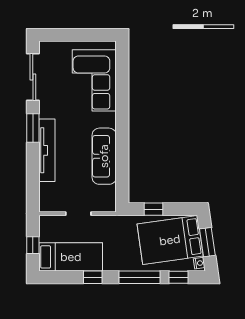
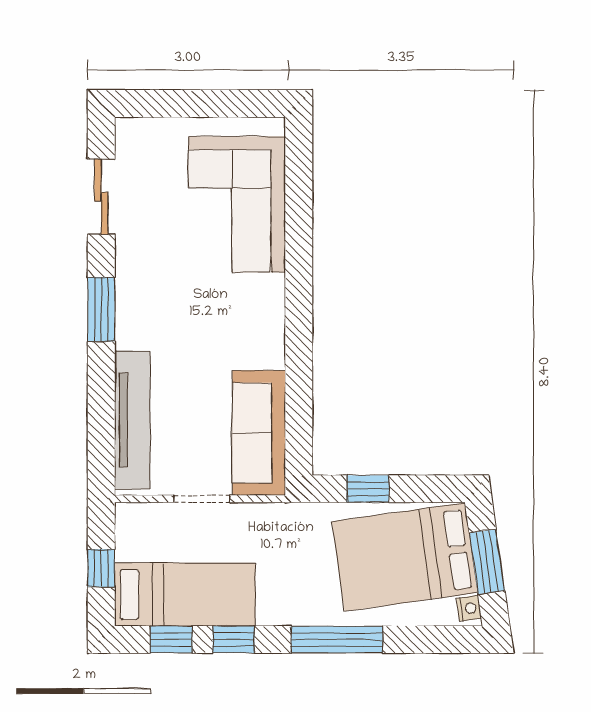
sliding door: (33, 77) -> (101, 197), width x0.73
tv unit: (47, 150) -> (132, 420), moved
sofa: (104, 156) -> (259, 433), moved
window: (179, 277) -> (171, 639), moved

